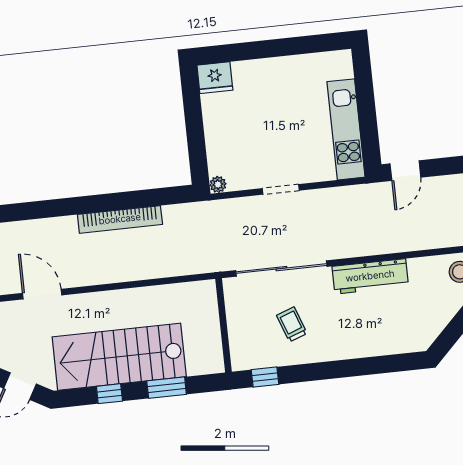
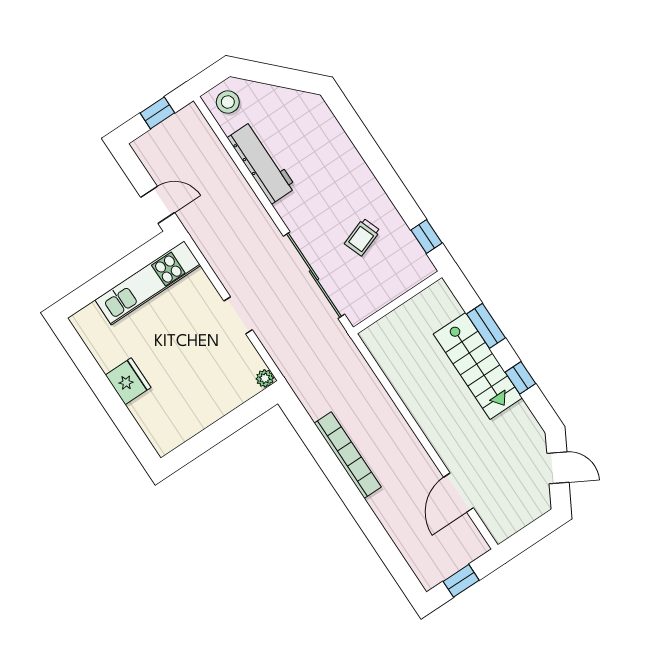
fridge: (215, 78) -> (128, 381), moved
workbench: (370, 276) -> (262, 163), moved
stairs: (119, 357) -> (478, 366), width x0.73, depth x0.66

